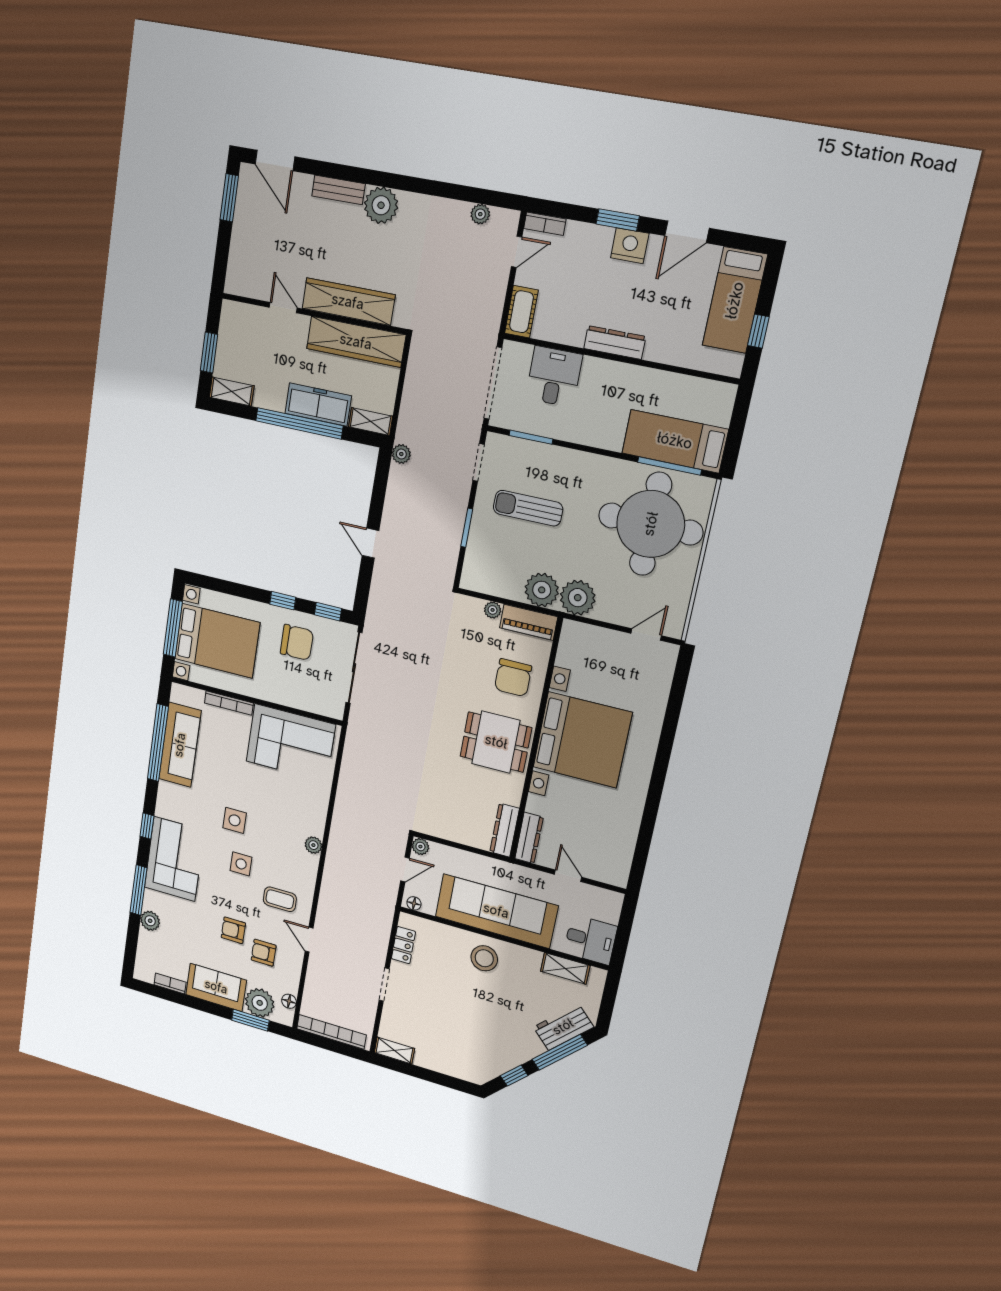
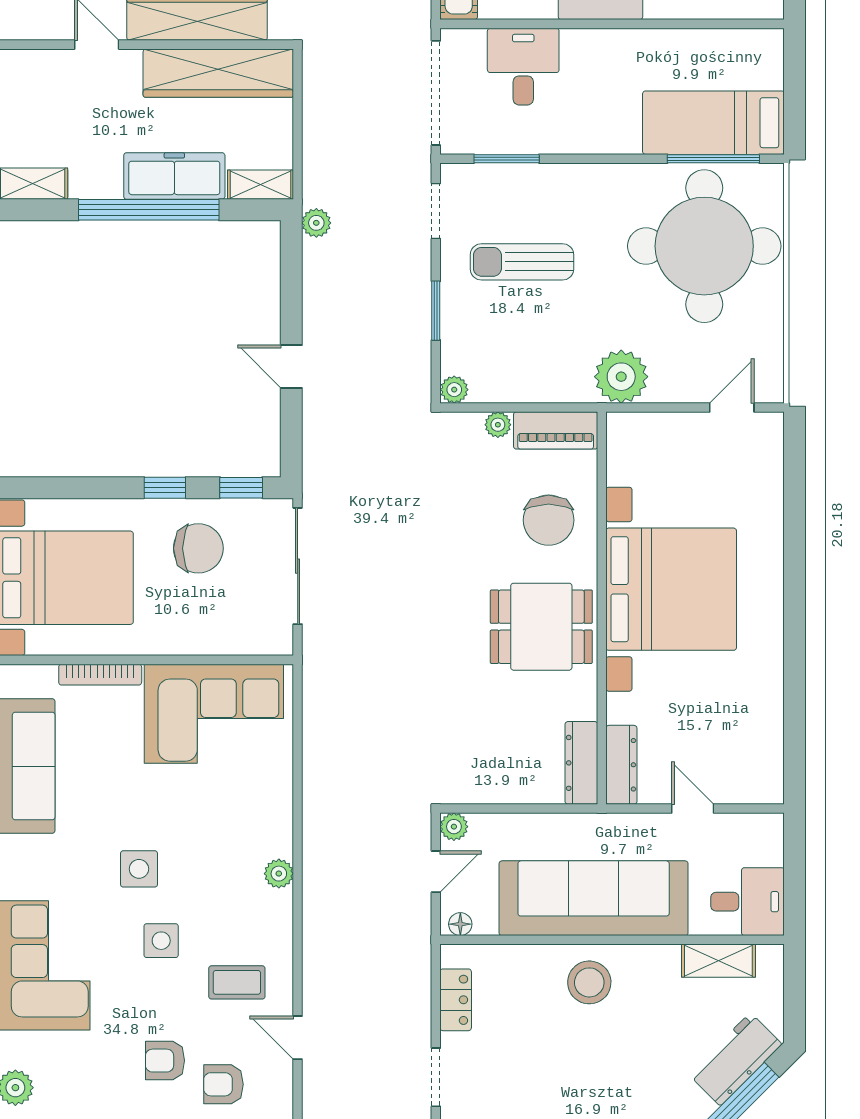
plant: (542, 590) -> (454, 390), moved, width x0.53, depth x0.53

